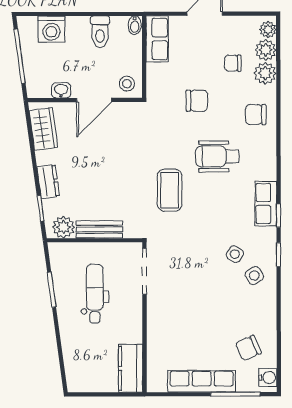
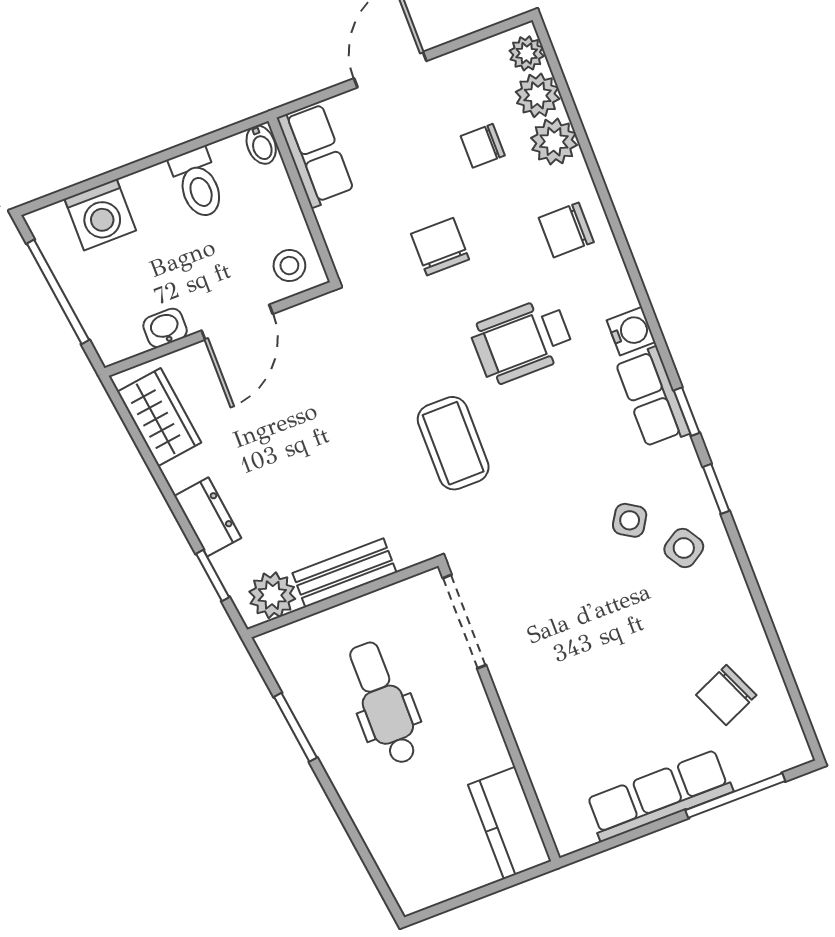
chair: (197, 101) -> (440, 247), turned -90
water cooler: (268, 378) -> (631, 331), moved

